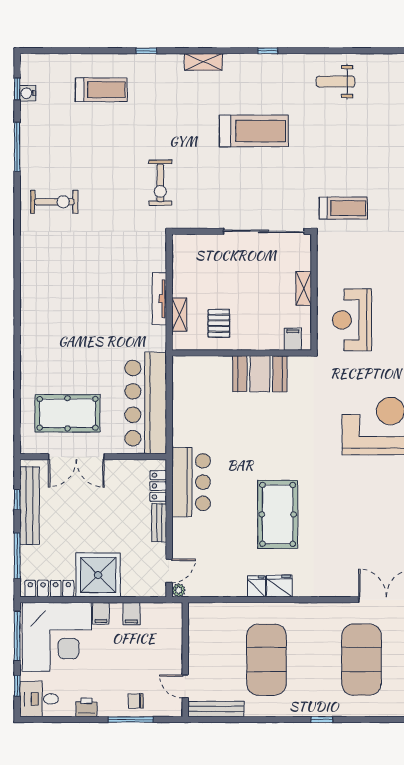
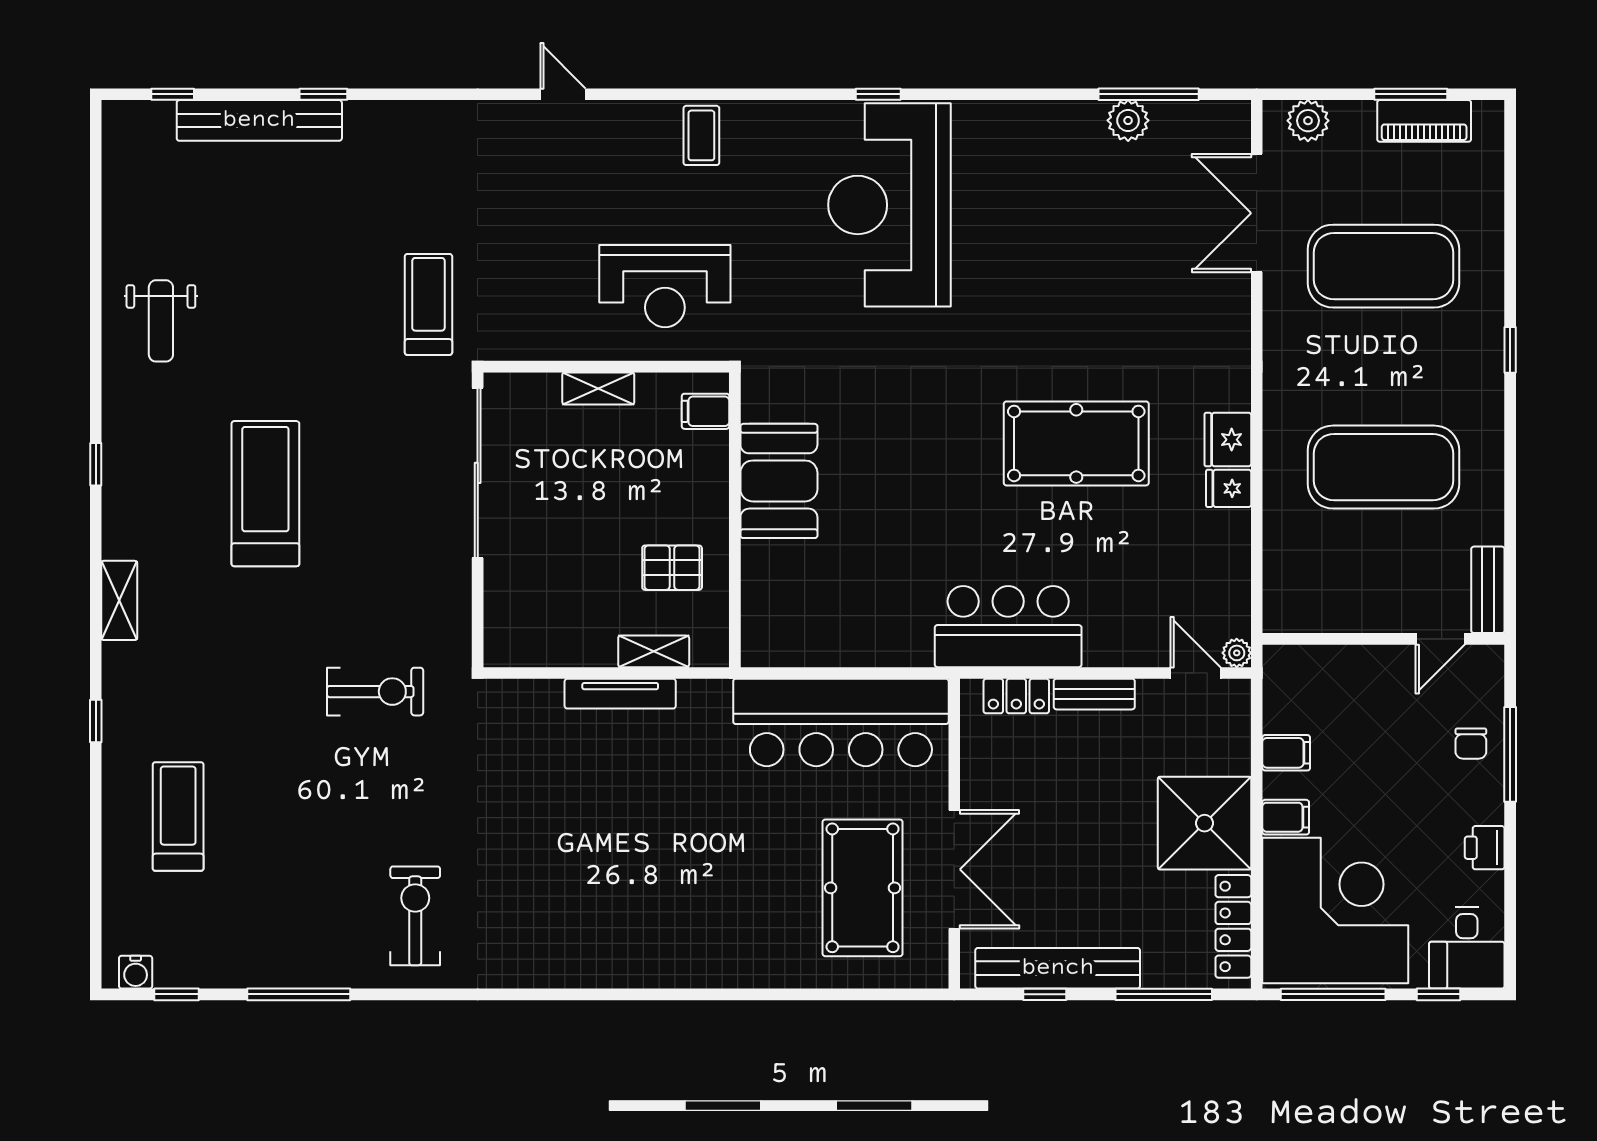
water cooler: (28, 93) -> (136, 972), moved
bench: (216, 709) -> (1488, 590), width x0.73

